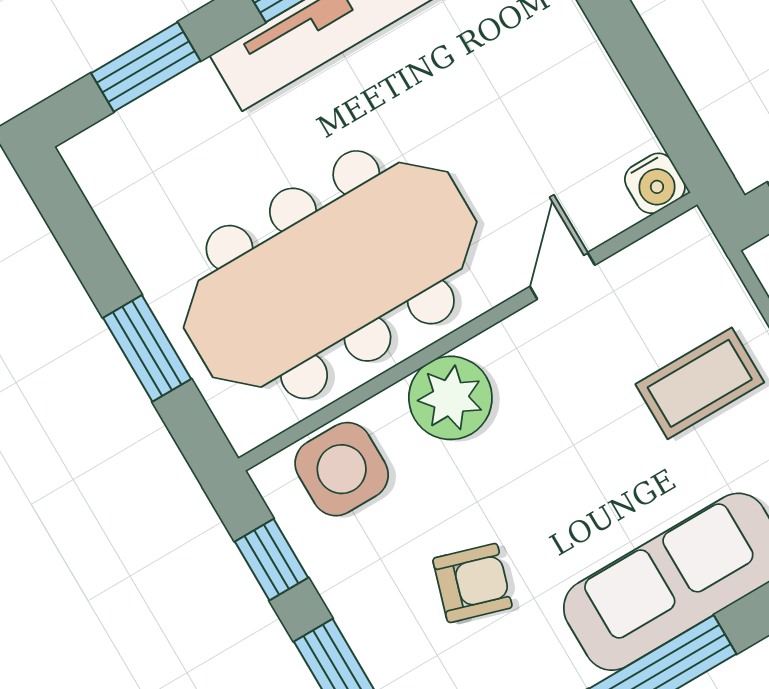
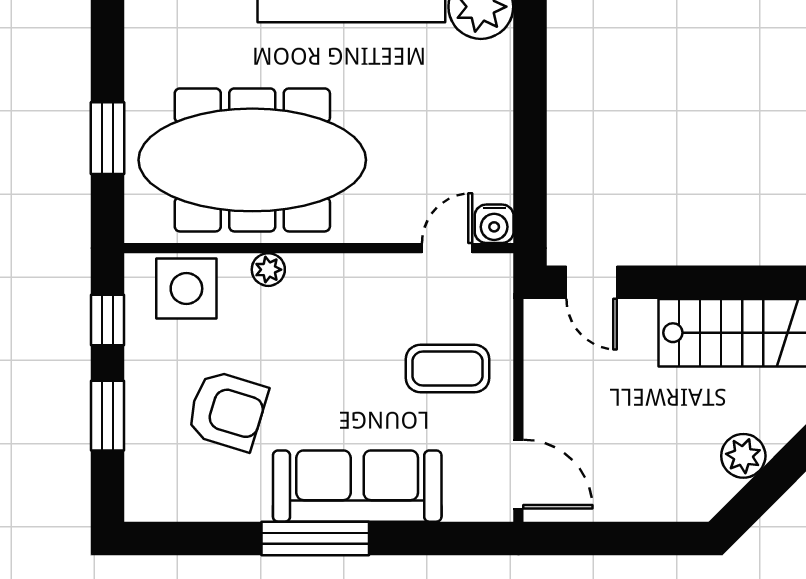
door: (562, 276) -> (447, 248), moved
plant: (450, 398) -> (268, 270), width x0.53, depth x0.53
armchair: (472, 583) -> (227, 411), width x1.38, depth x1.38

